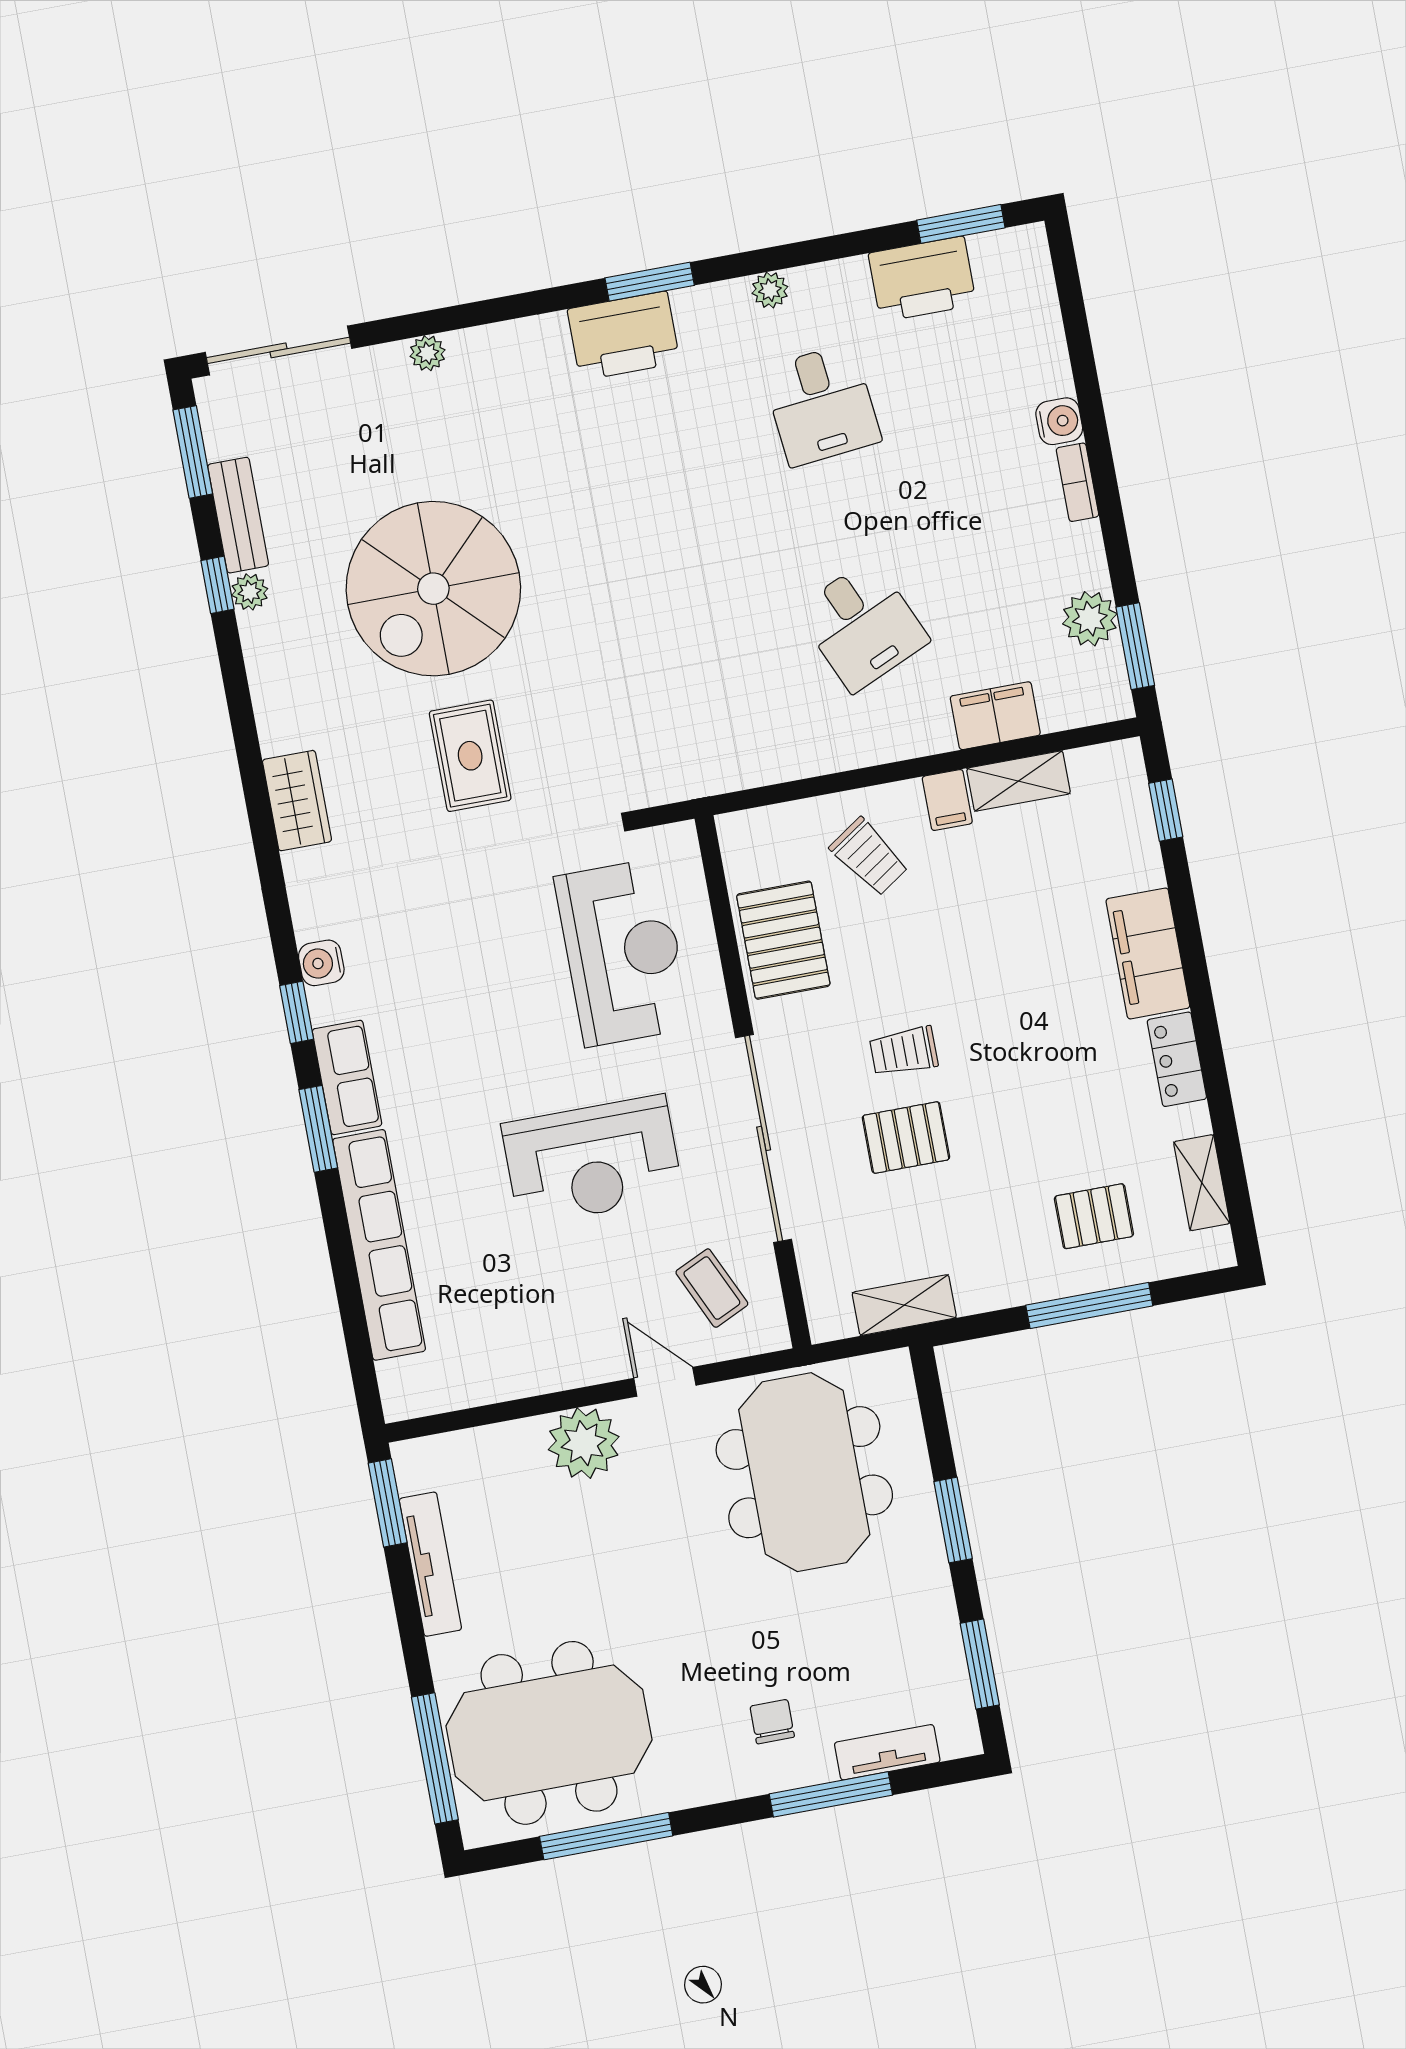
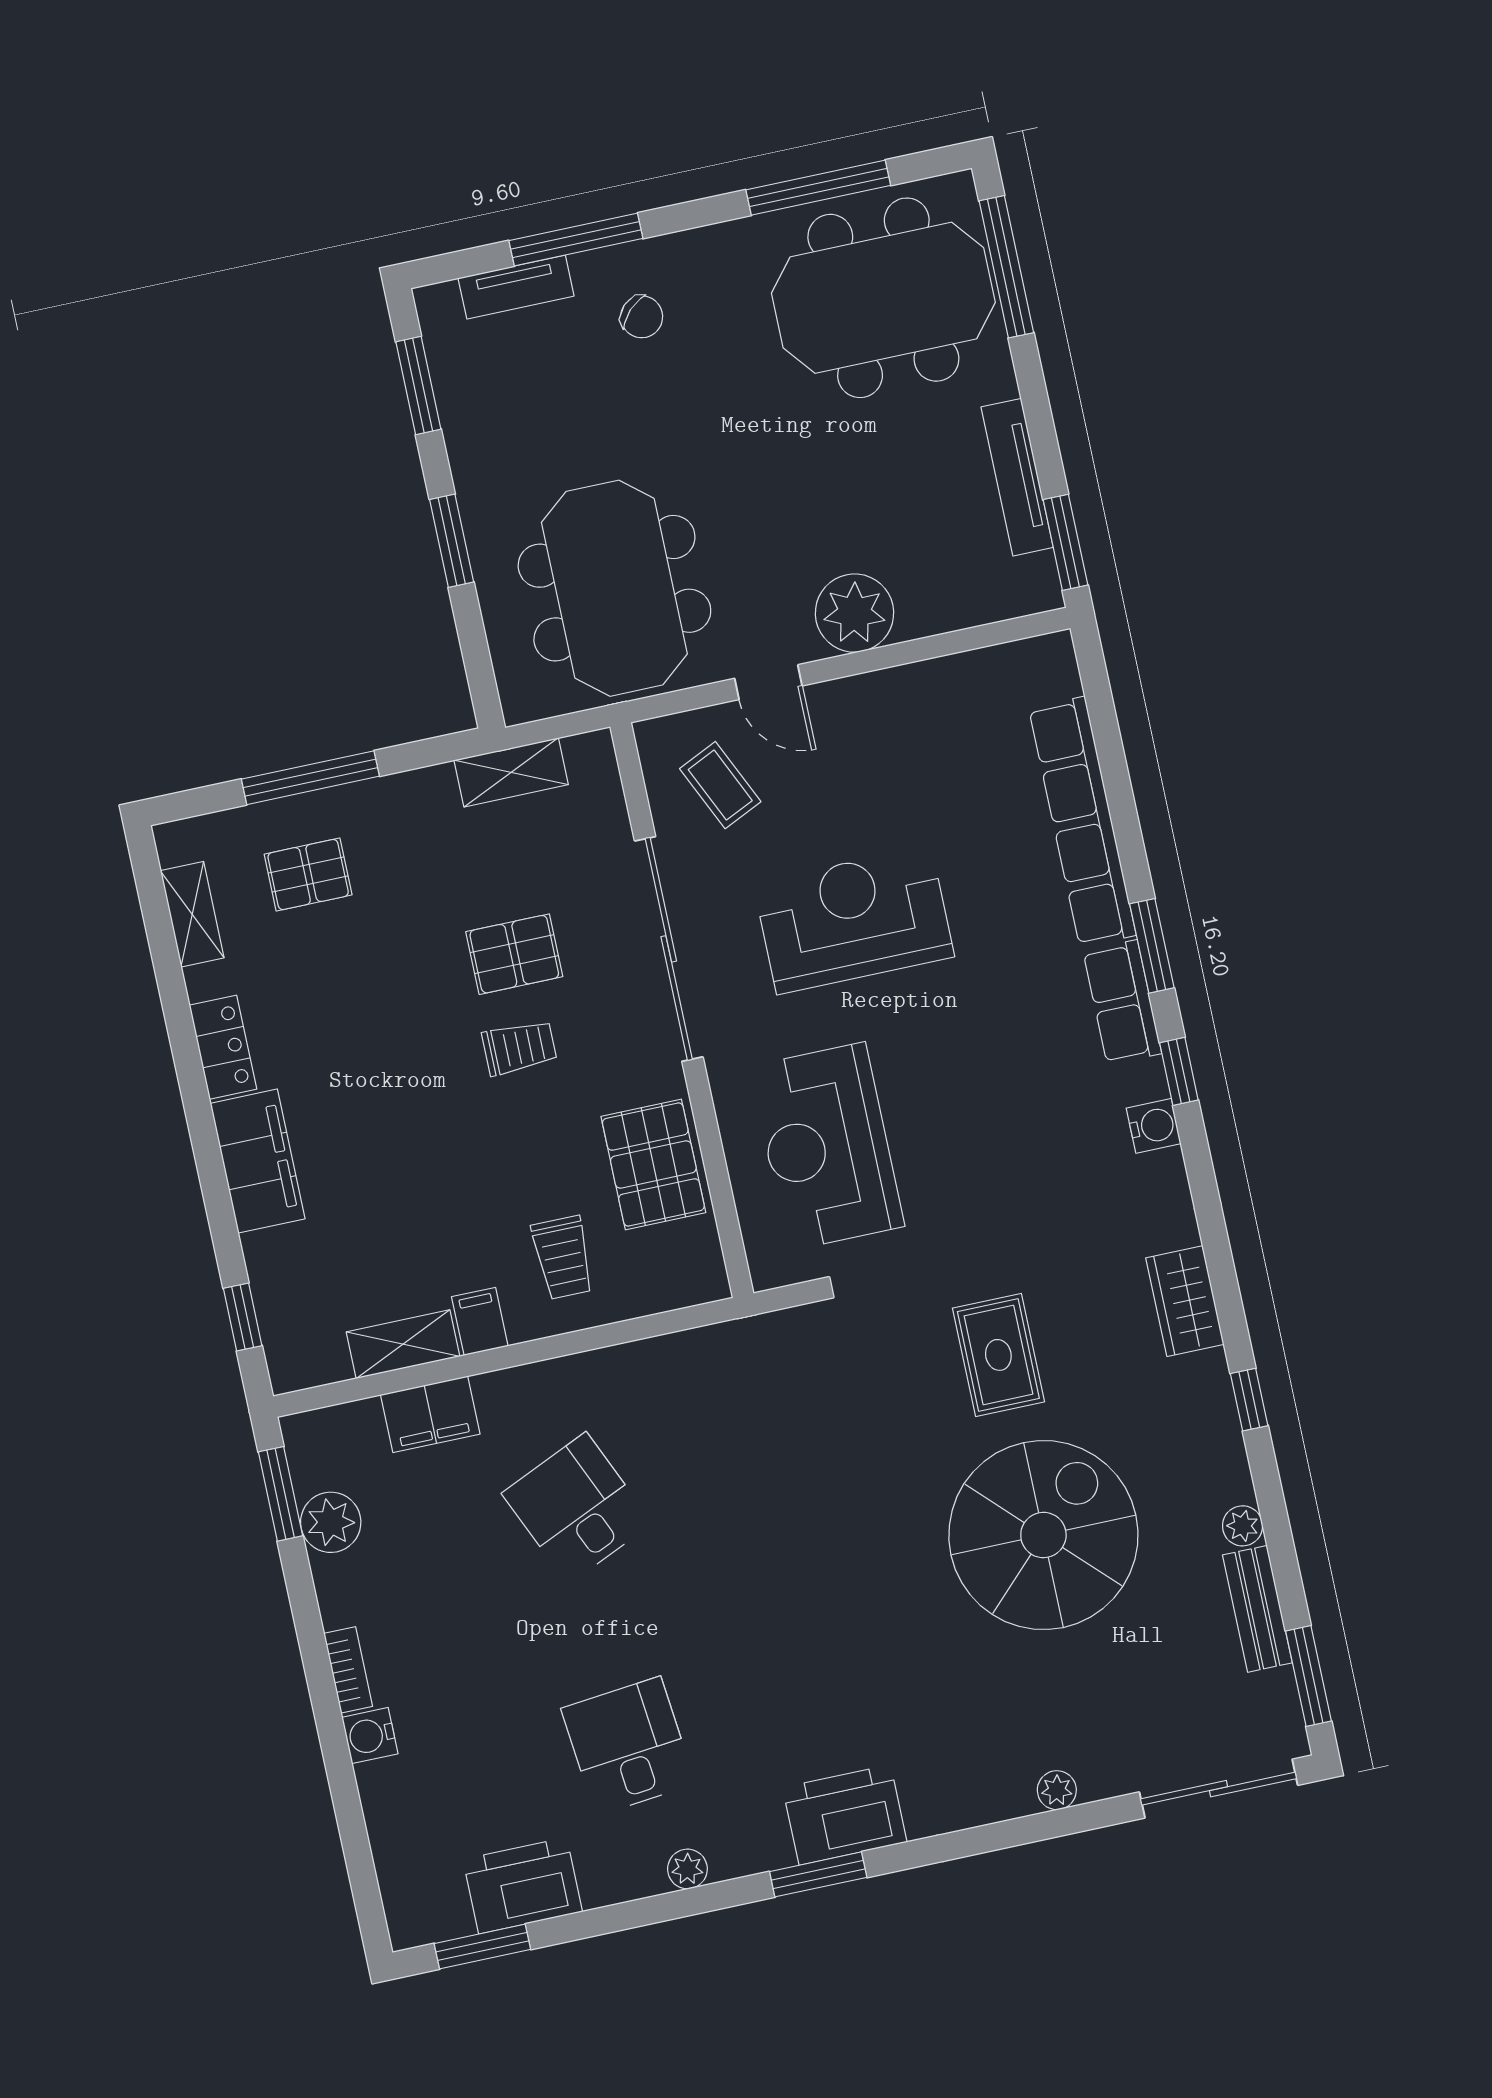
window: (217, 585) -> (1249, 1400), moved
trolley: (869, 857) -> (563, 1257), turned -146
chair: (772, 1722) -> (642, 317), turned -45

